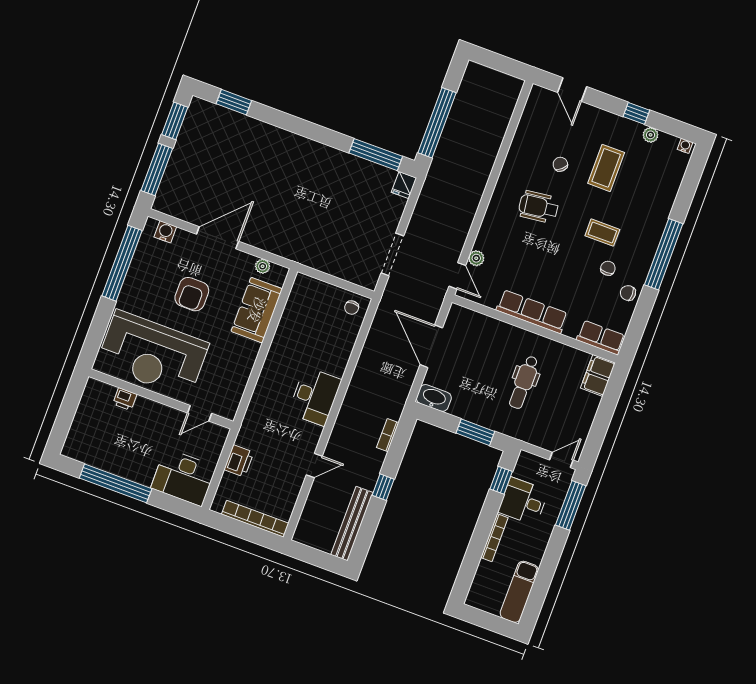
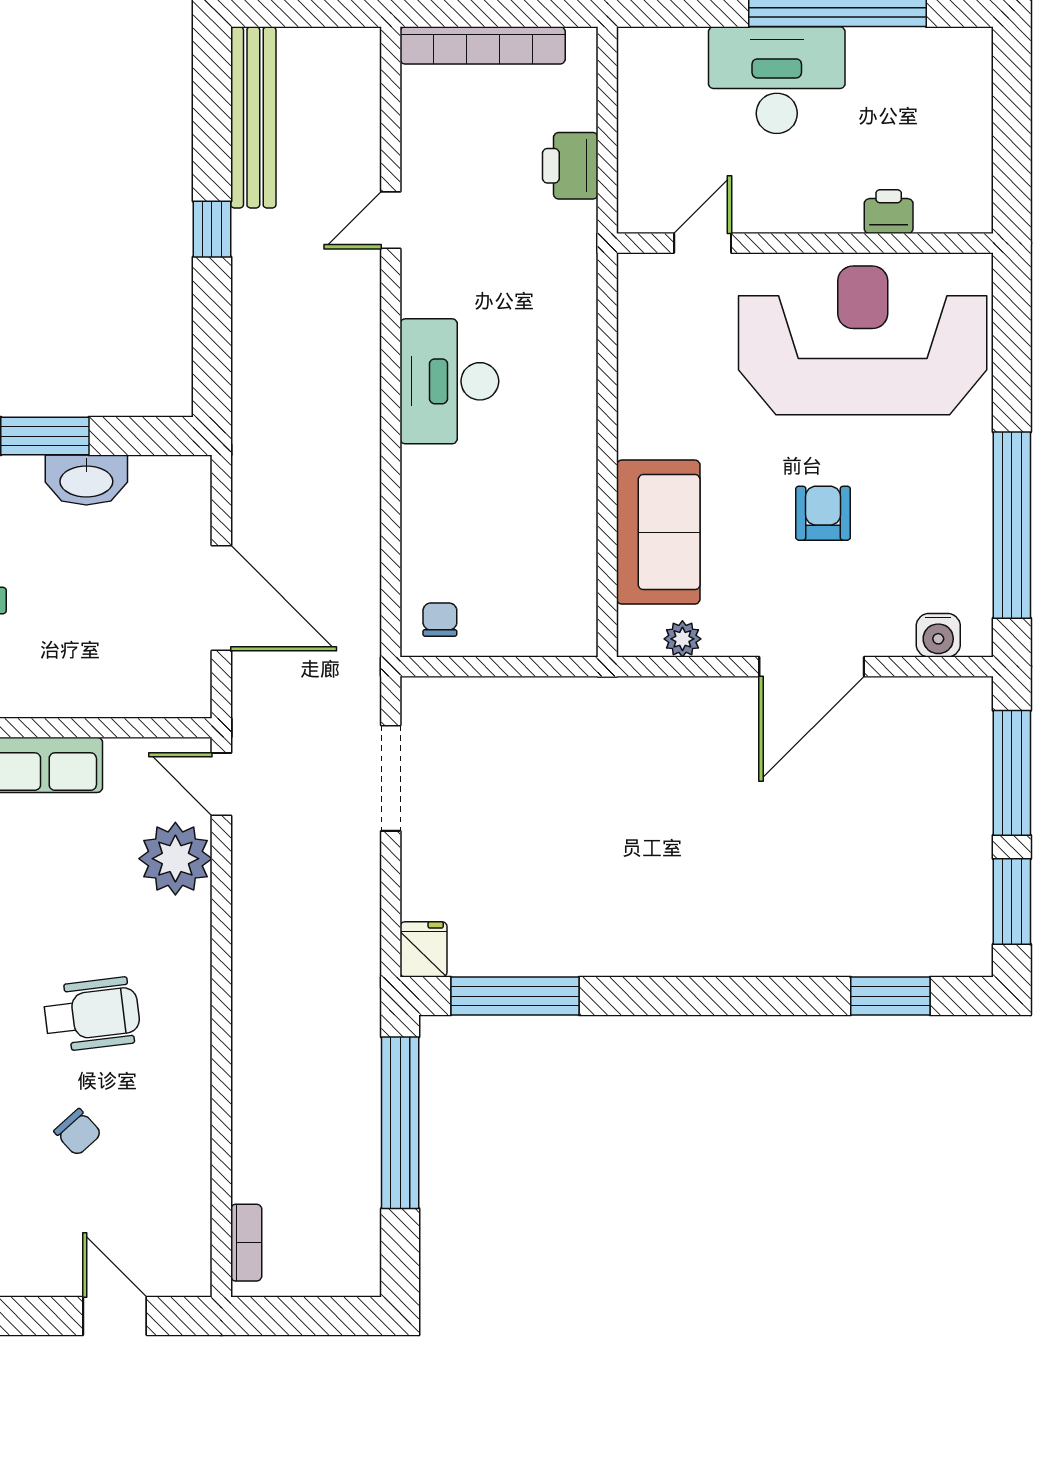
plant: (476, 258) -> (175, 859), width x1.88, depth x1.88
armchair: (192, 294) -> (823, 513), width x0.72, depth x0.72
washbasin: (434, 398) -> (86, 480), moved
bookcase: (388, 435) -> (246, 1243), moved
desk: (184, 477) -> (777, 80), moved

